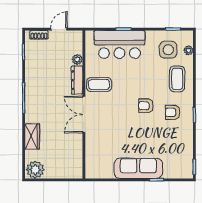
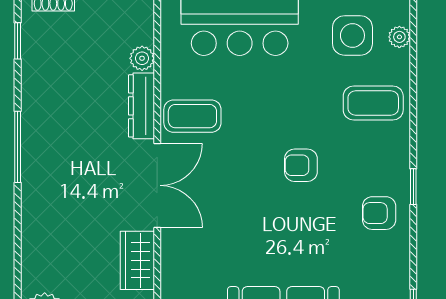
coffee table: (177, 79) -> (373, 103), turned 90
armchair: (173, 112) -> (379, 213), moved
double door: (84, 114) -> (157, 185), swing flipped
wardrobe: (32, 136) -> (137, 260), moved, turned 180

